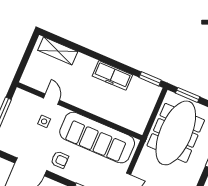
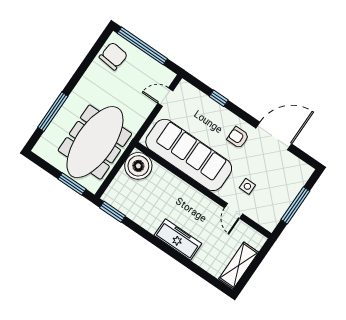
shelving: (58, 51) -> (239, 265), moved, turned 90
freezer: (112, 75) -> (178, 239), moved
boiler: (136, 120) -> (138, 166), added

